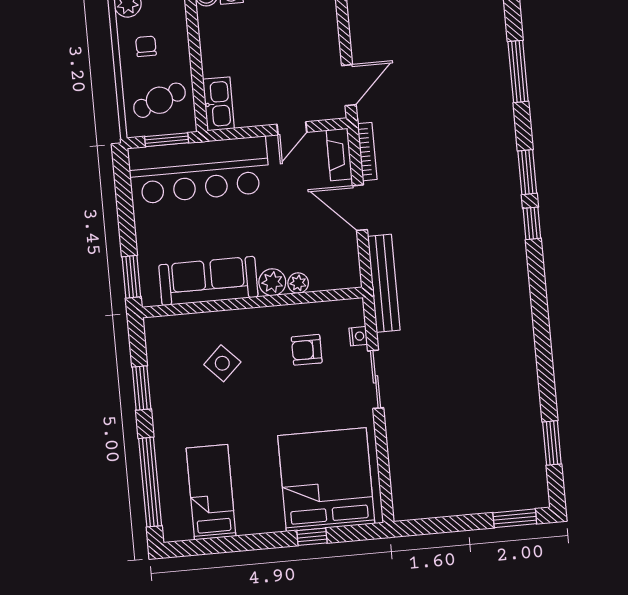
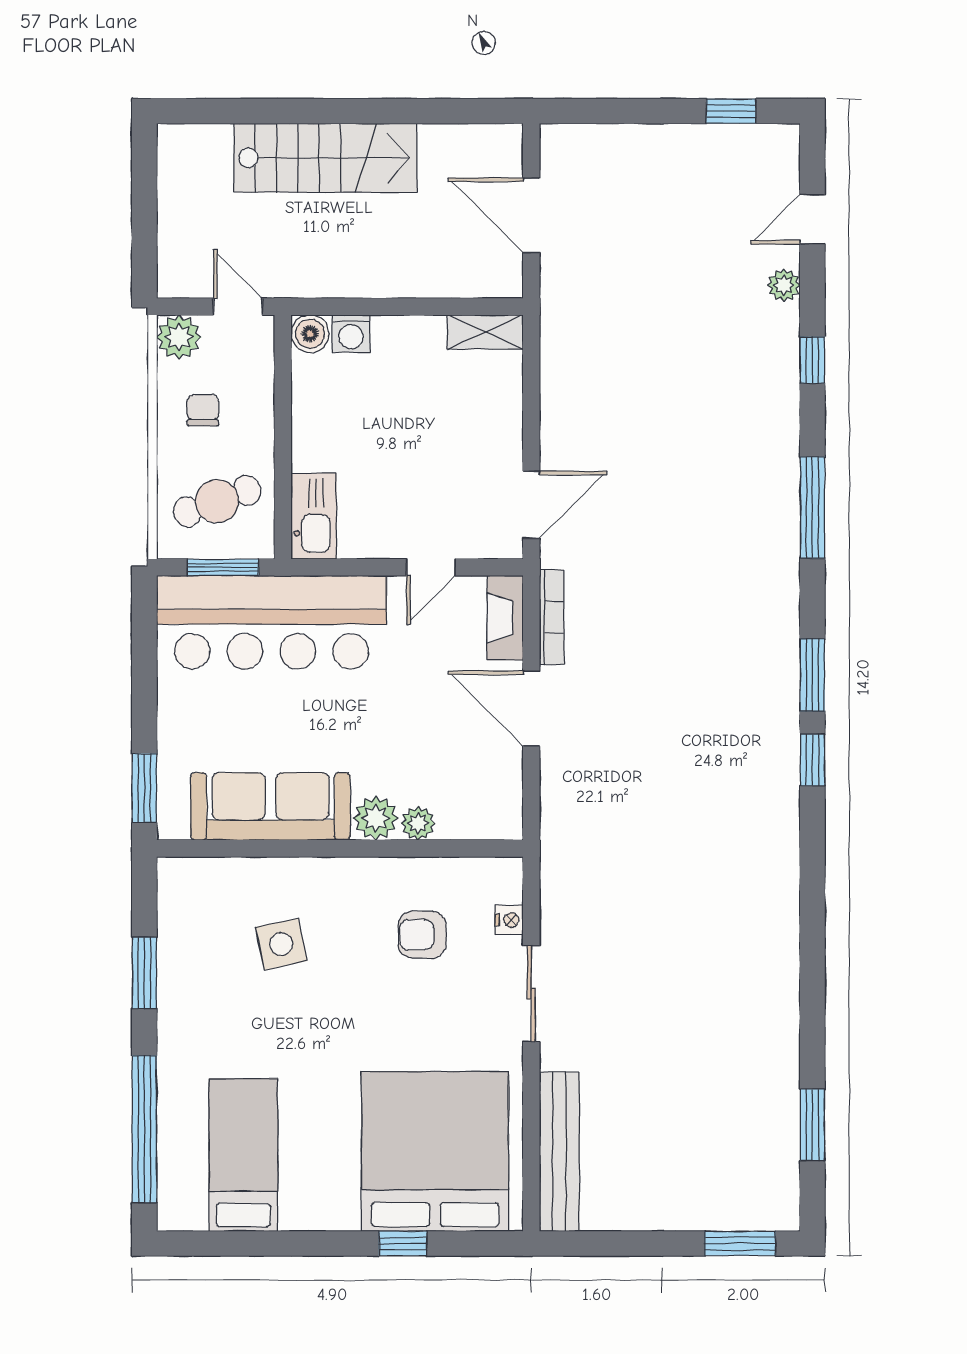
bench: (384, 283) -> (559, 1152), moved
side table: (222, 363) -> (281, 944), turned 32

